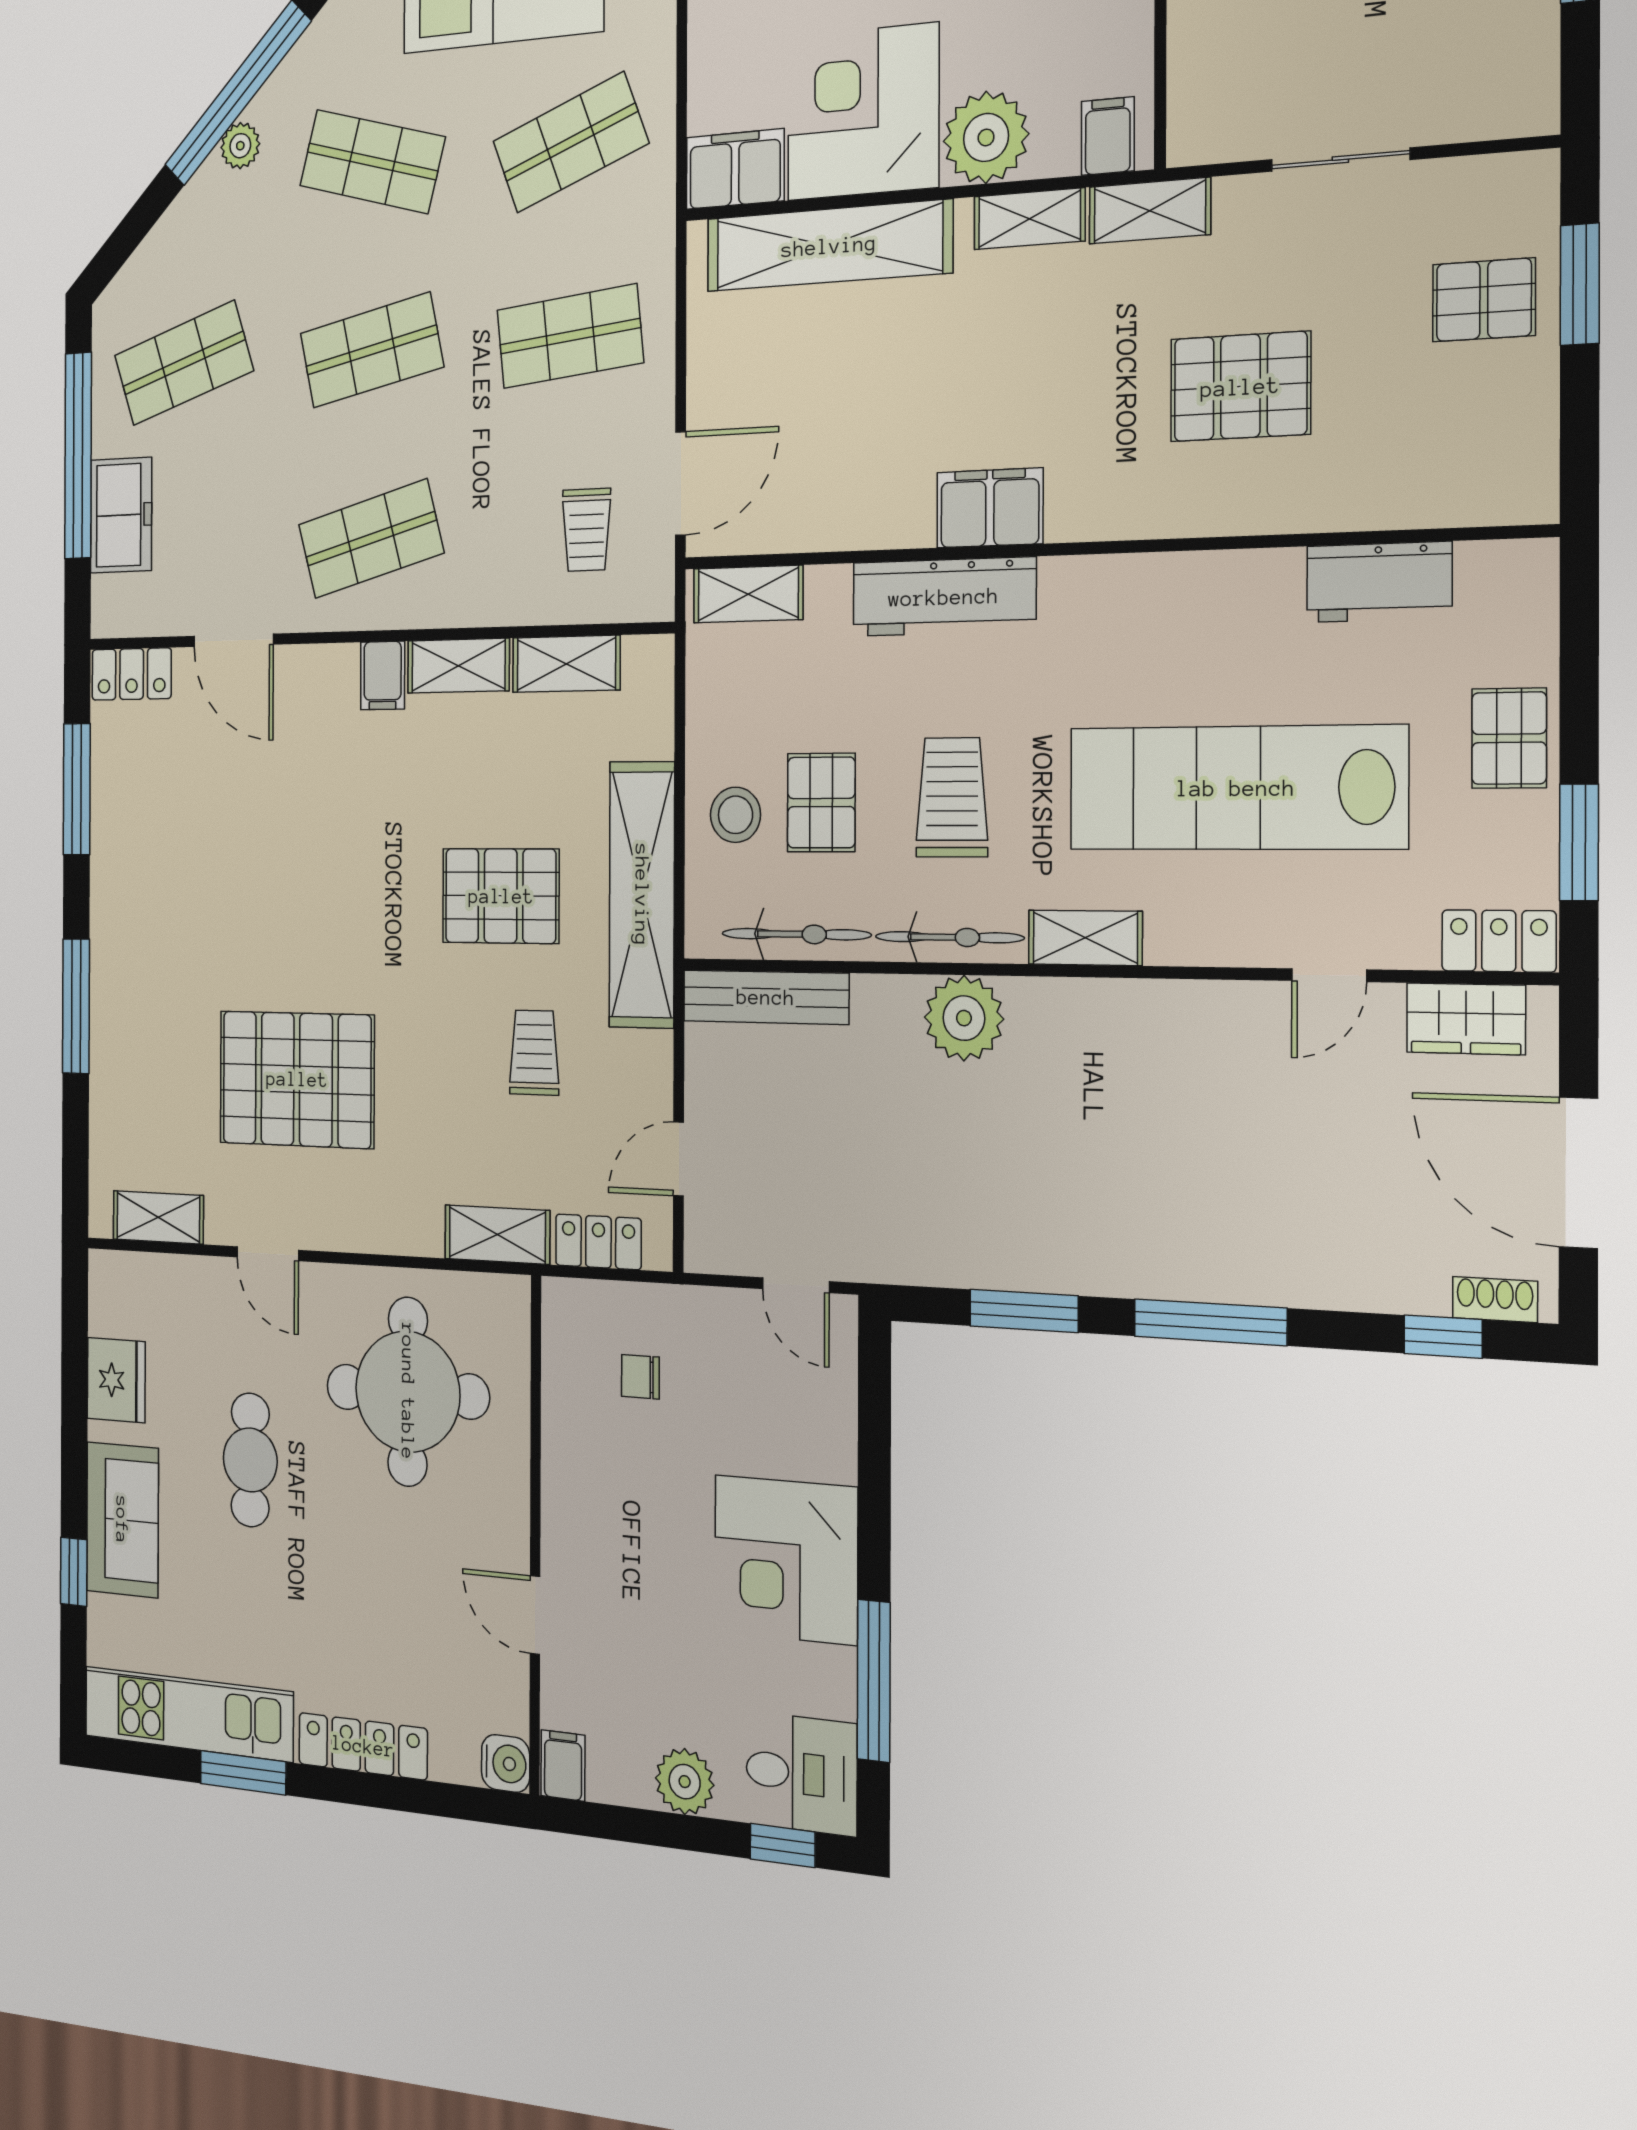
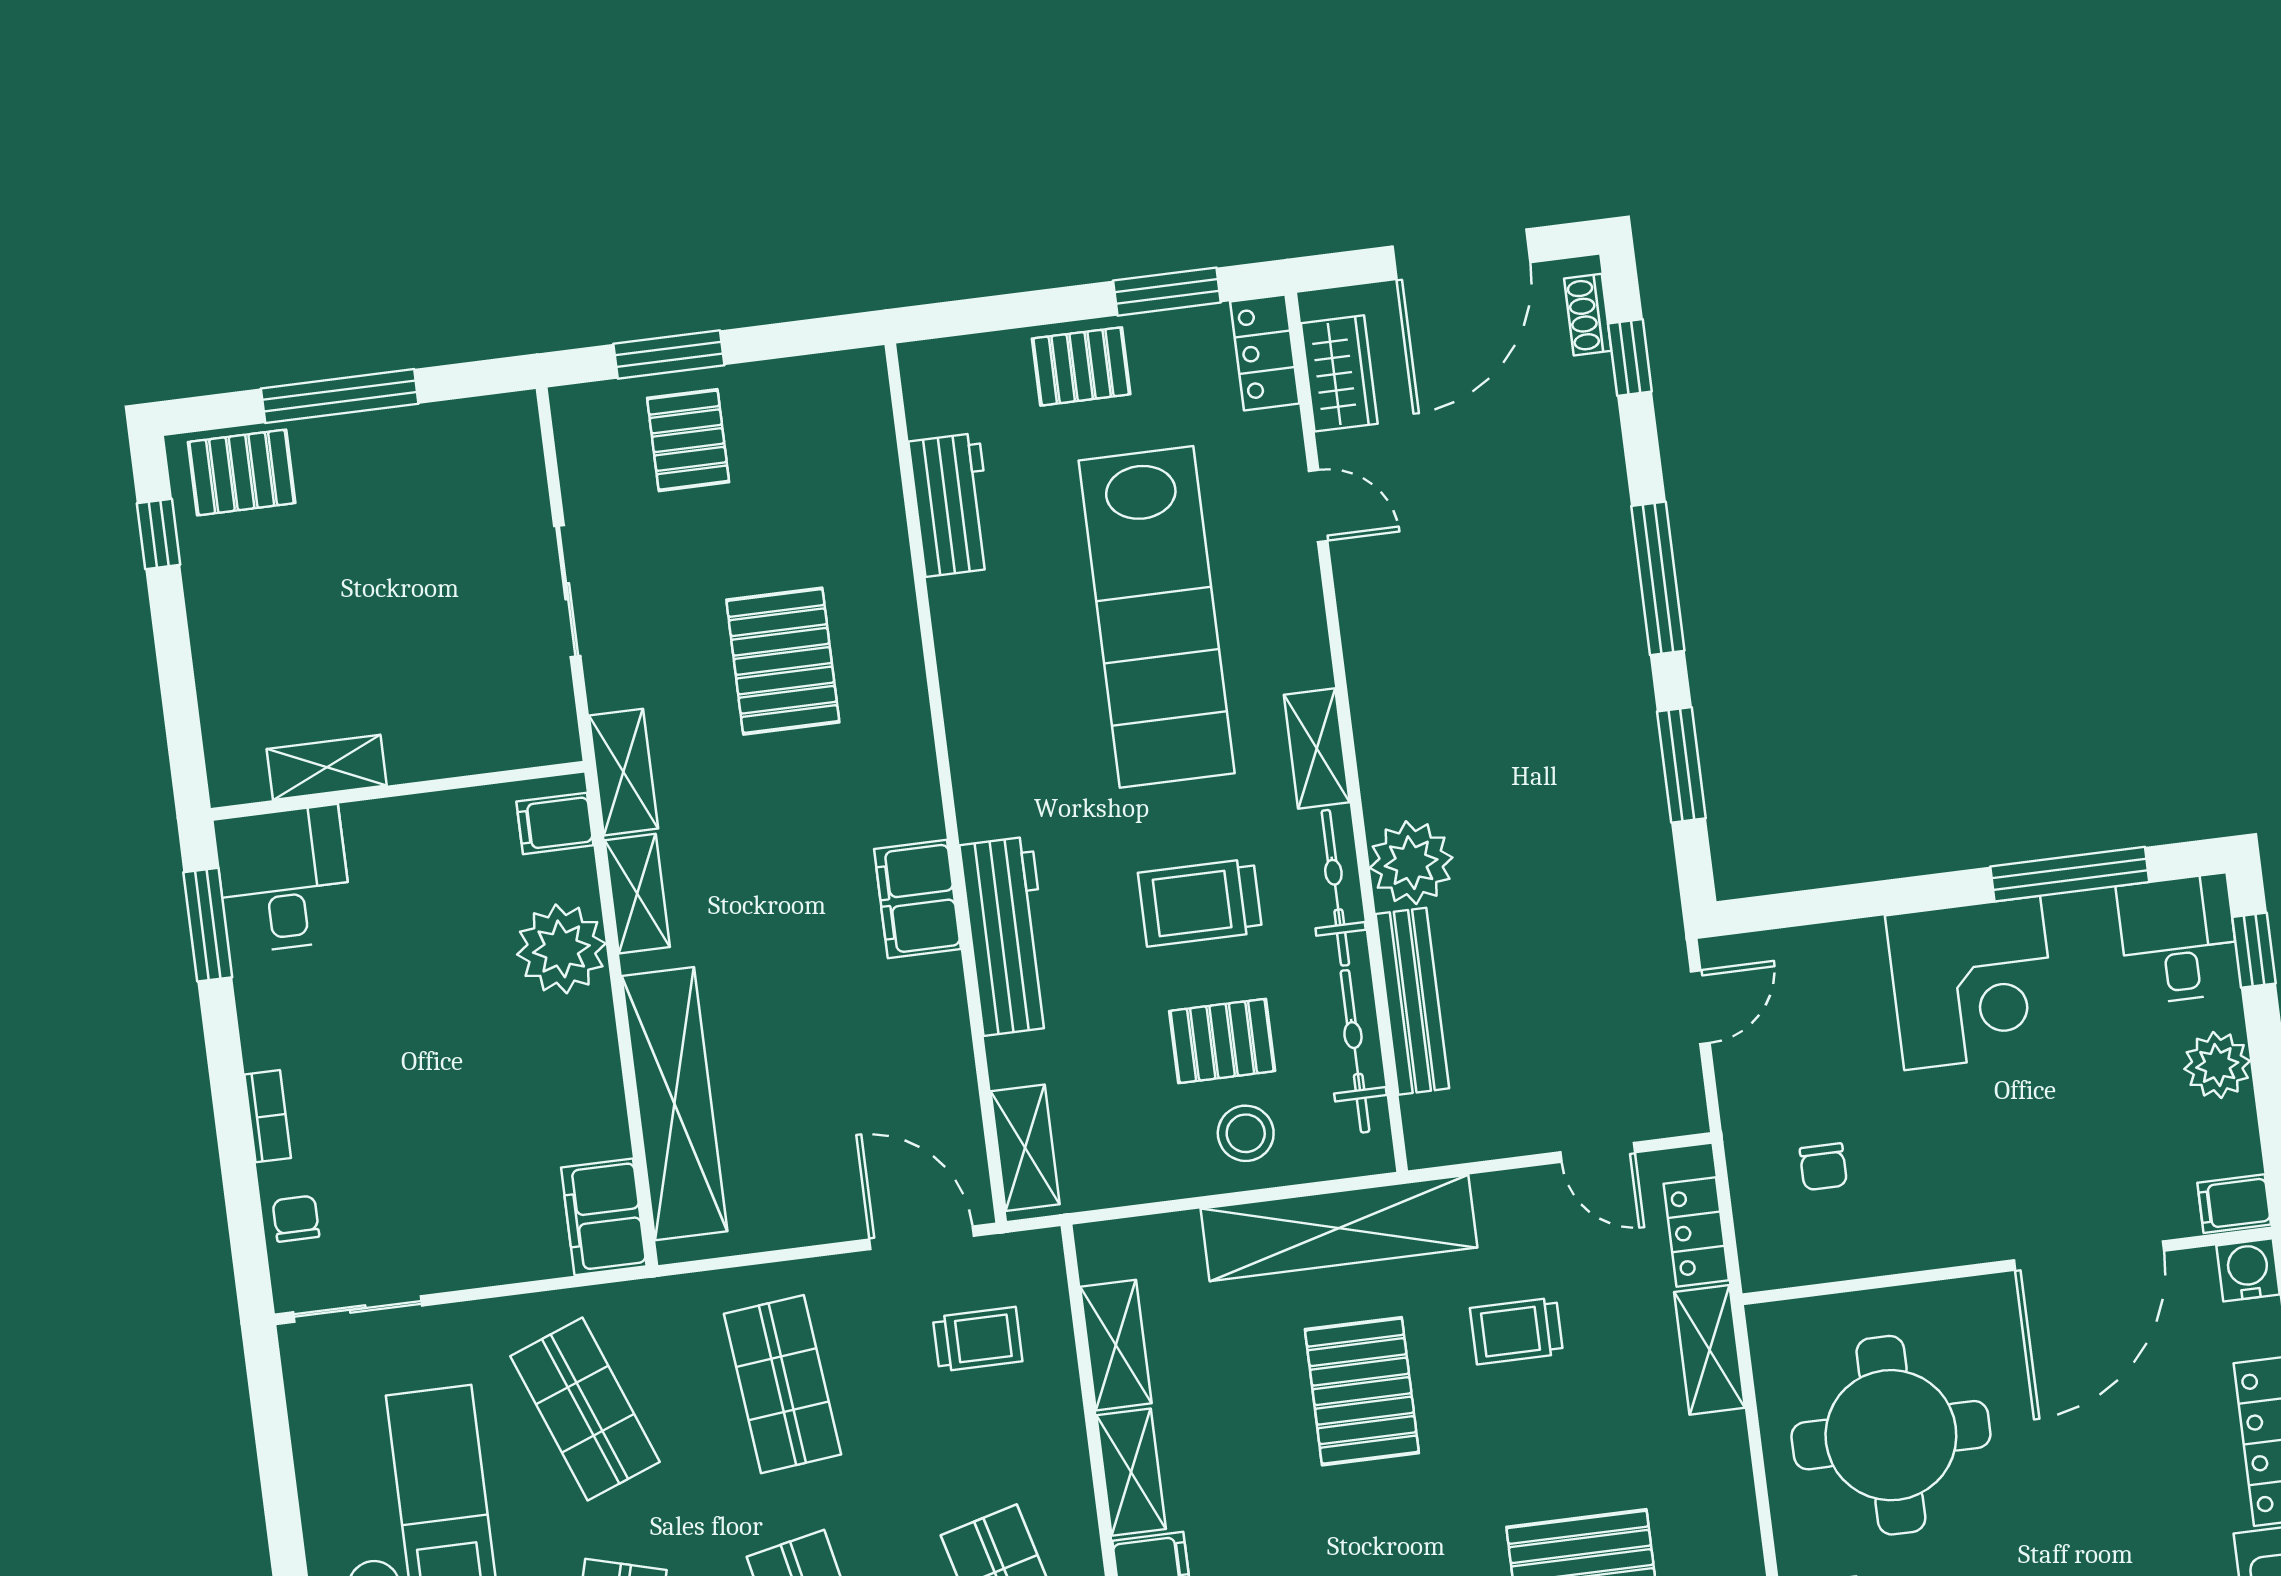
corner desk: (863, 112) -> (542, 1083), removed
bench: (766, 997) -> (1412, 1001), moved
door: (535, 1615) -> (2089, 1256), width x1.87

